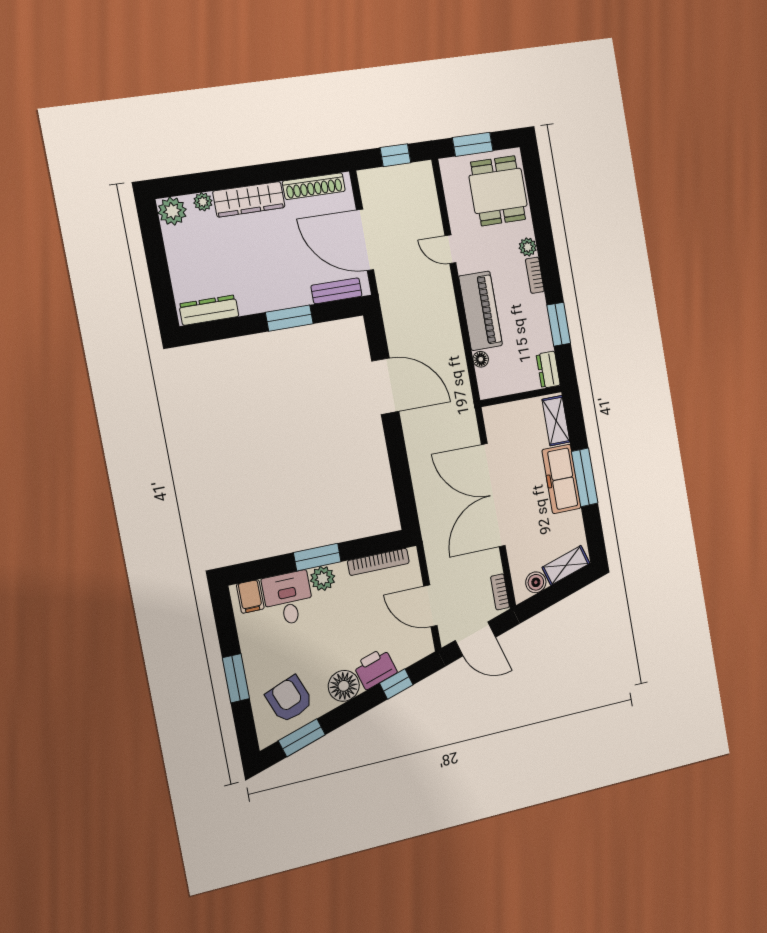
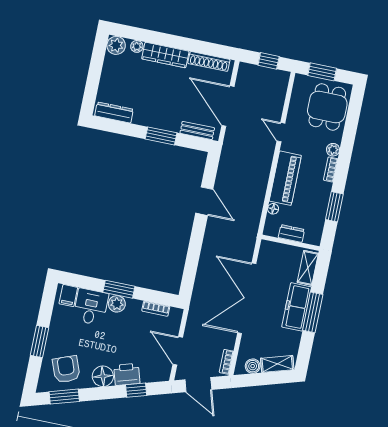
dresser: (548, 370) -> (291, 234), moved, turned 90
door: (385, 386) -> (204, 201), width x0.73
bookcase: (378, 562) -> (156, 309), width x0.64

